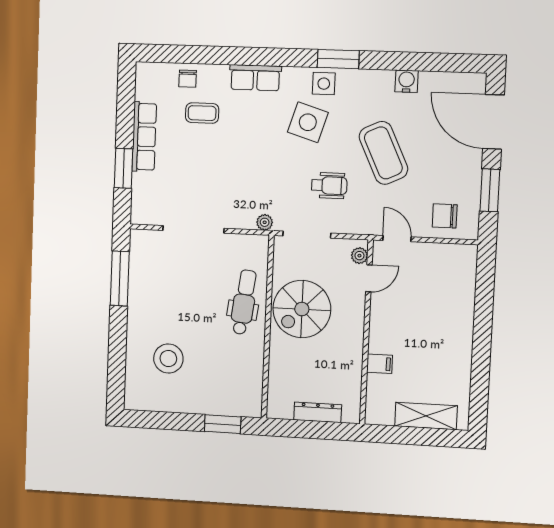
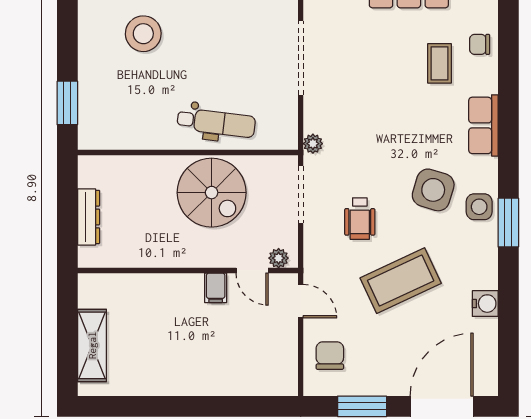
door: (397, 239) -> (301, 301), hinge flipped
spiral stairs: (302, 309) -> (212, 193), turned 180
filing cabinet: (380, 364) -> (216, 288), moved

